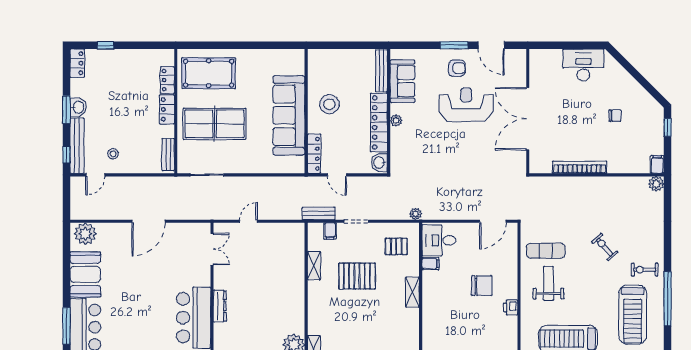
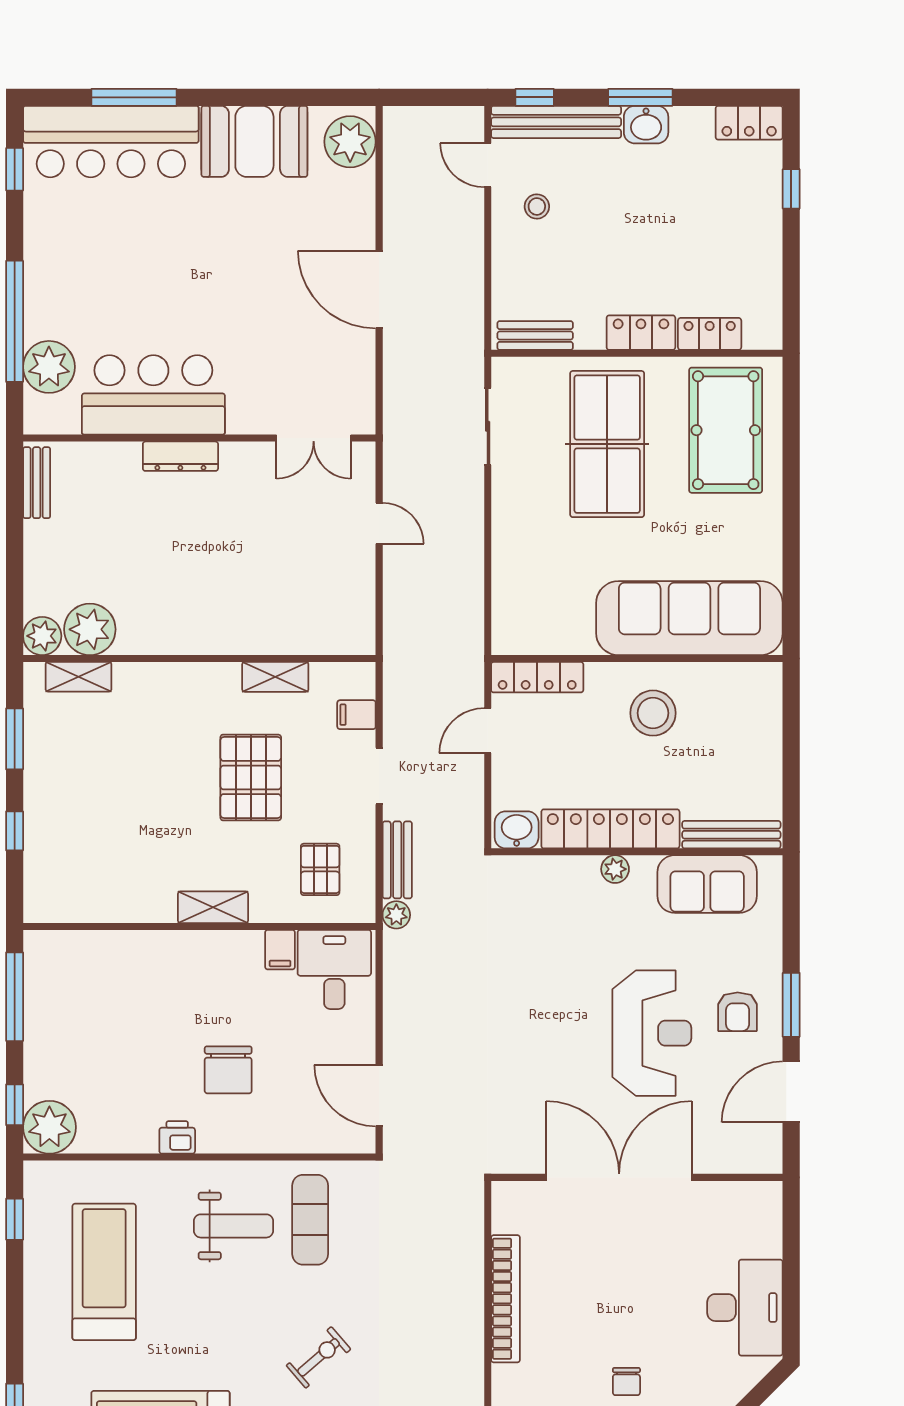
sofa: (289, 115) -> (689, 618), moved
bench: (319, 213) -> (397, 860), moved

